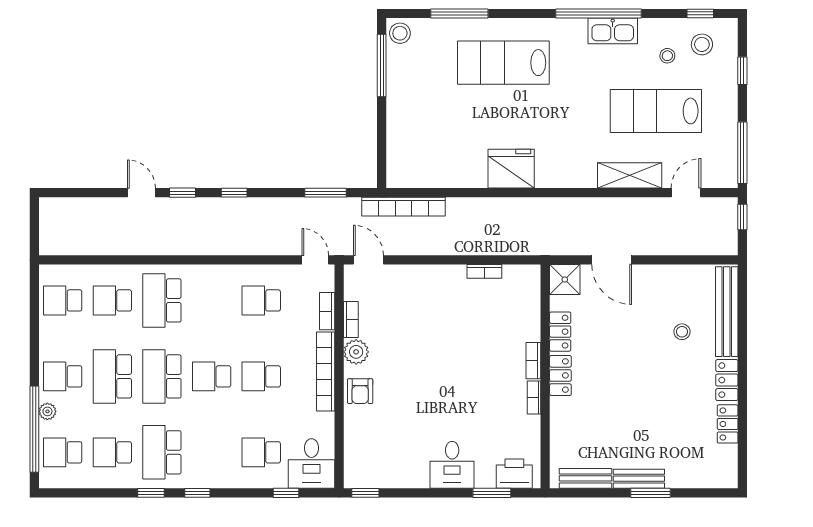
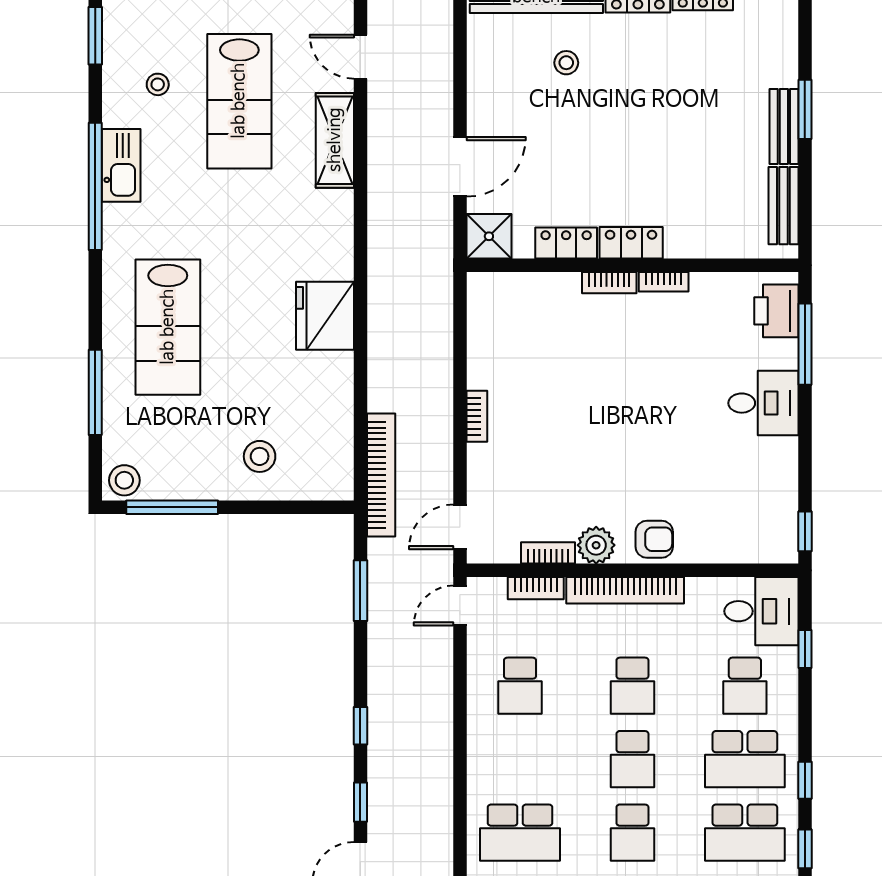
window: (700, 13) -> (95, 36), width x1.50
stool: (702, 44) -> (260, 456), moved
bookcase: (484, 271) -> (477, 416), moved
school desk: (162, 376) -> (632, 833), width x0.54
school desk: (212, 452) -> (745, 759), added
window: (492, 493) -> (805, 344), width x1.44

